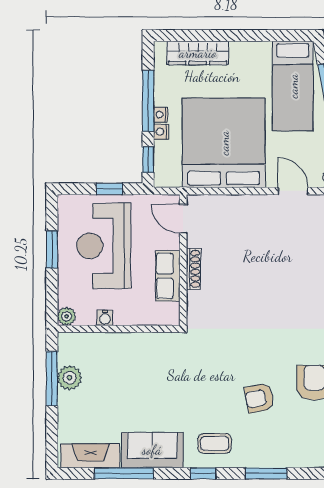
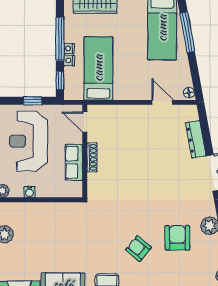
bed: (224, 143) -> (98, 68), width x0.49
armchair: (259, 398) -> (139, 249), turned 51

